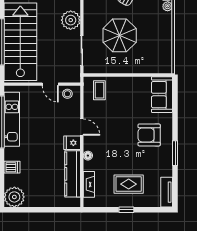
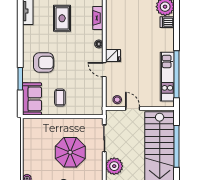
coffee table: (99, 90) -> (60, 98), moved
window: (175, 153) -> (20, 79), moved
dishwasher: (12, 167) -> (167, 22), moved
kitchen counter: (73, 174) -> (113, 27), removed
rug: (129, 184) -> (62, 18), turned 90

